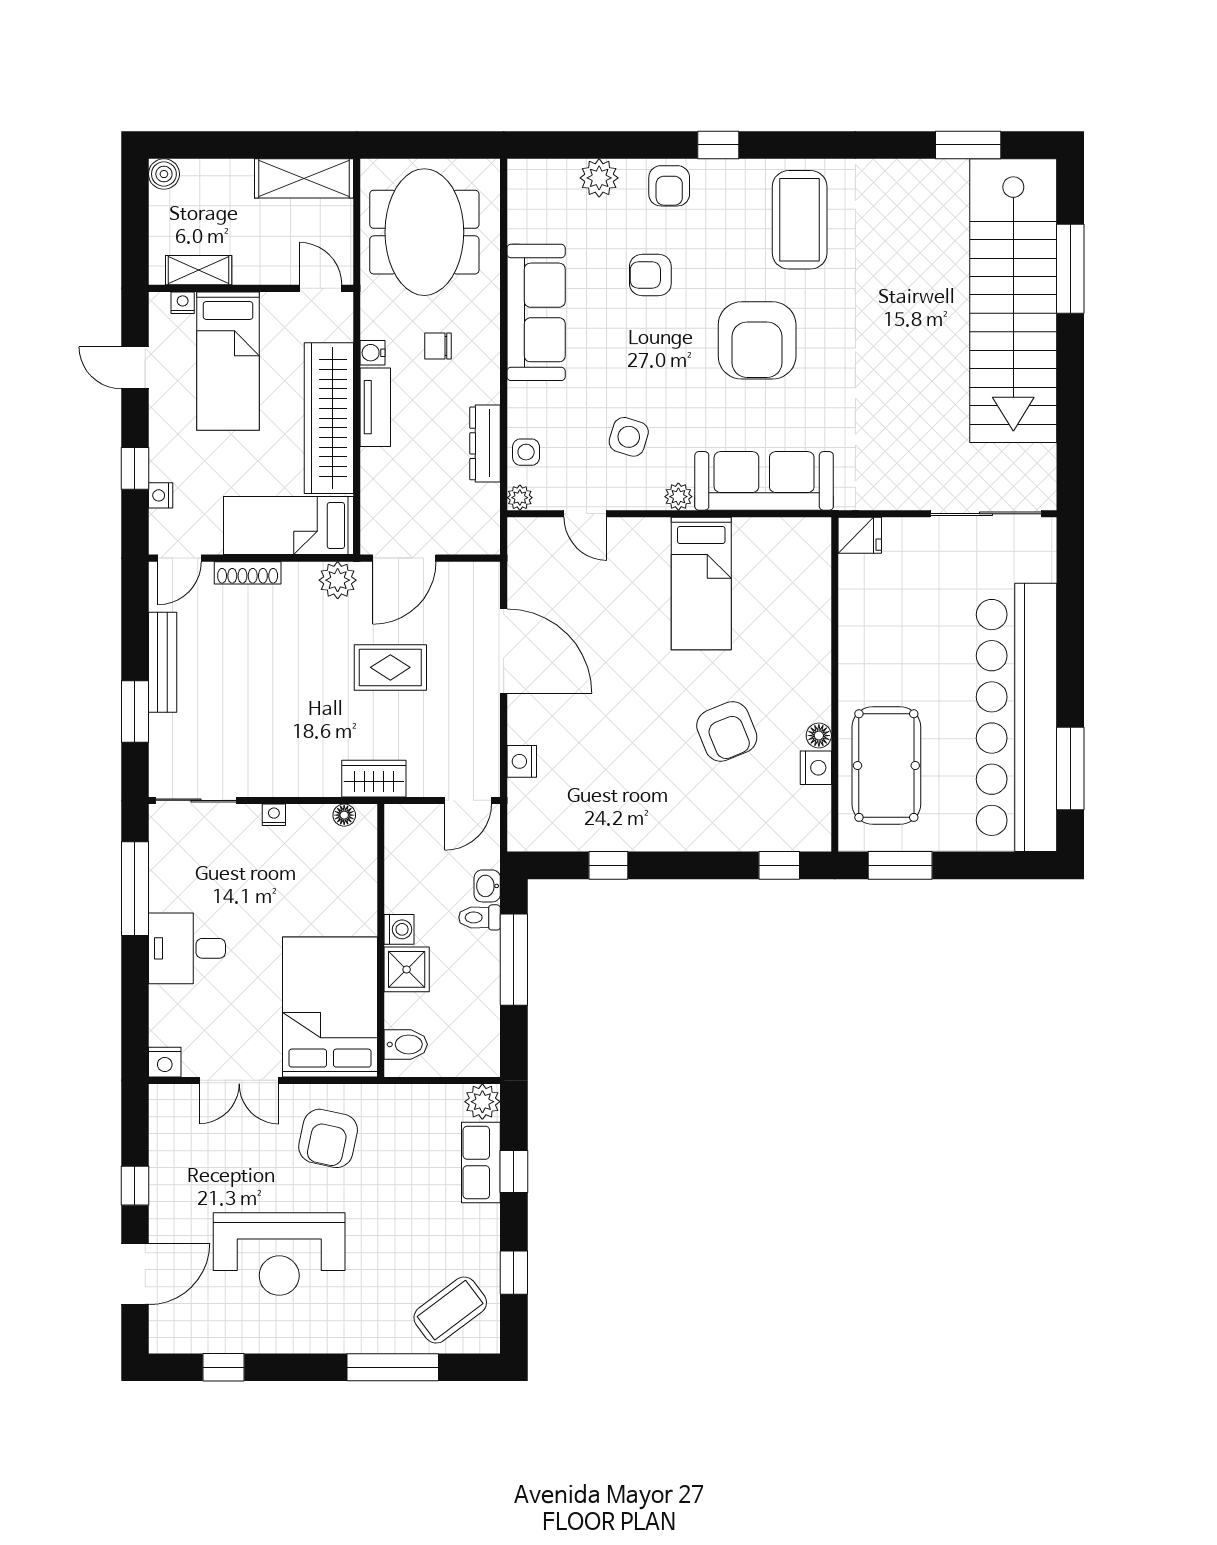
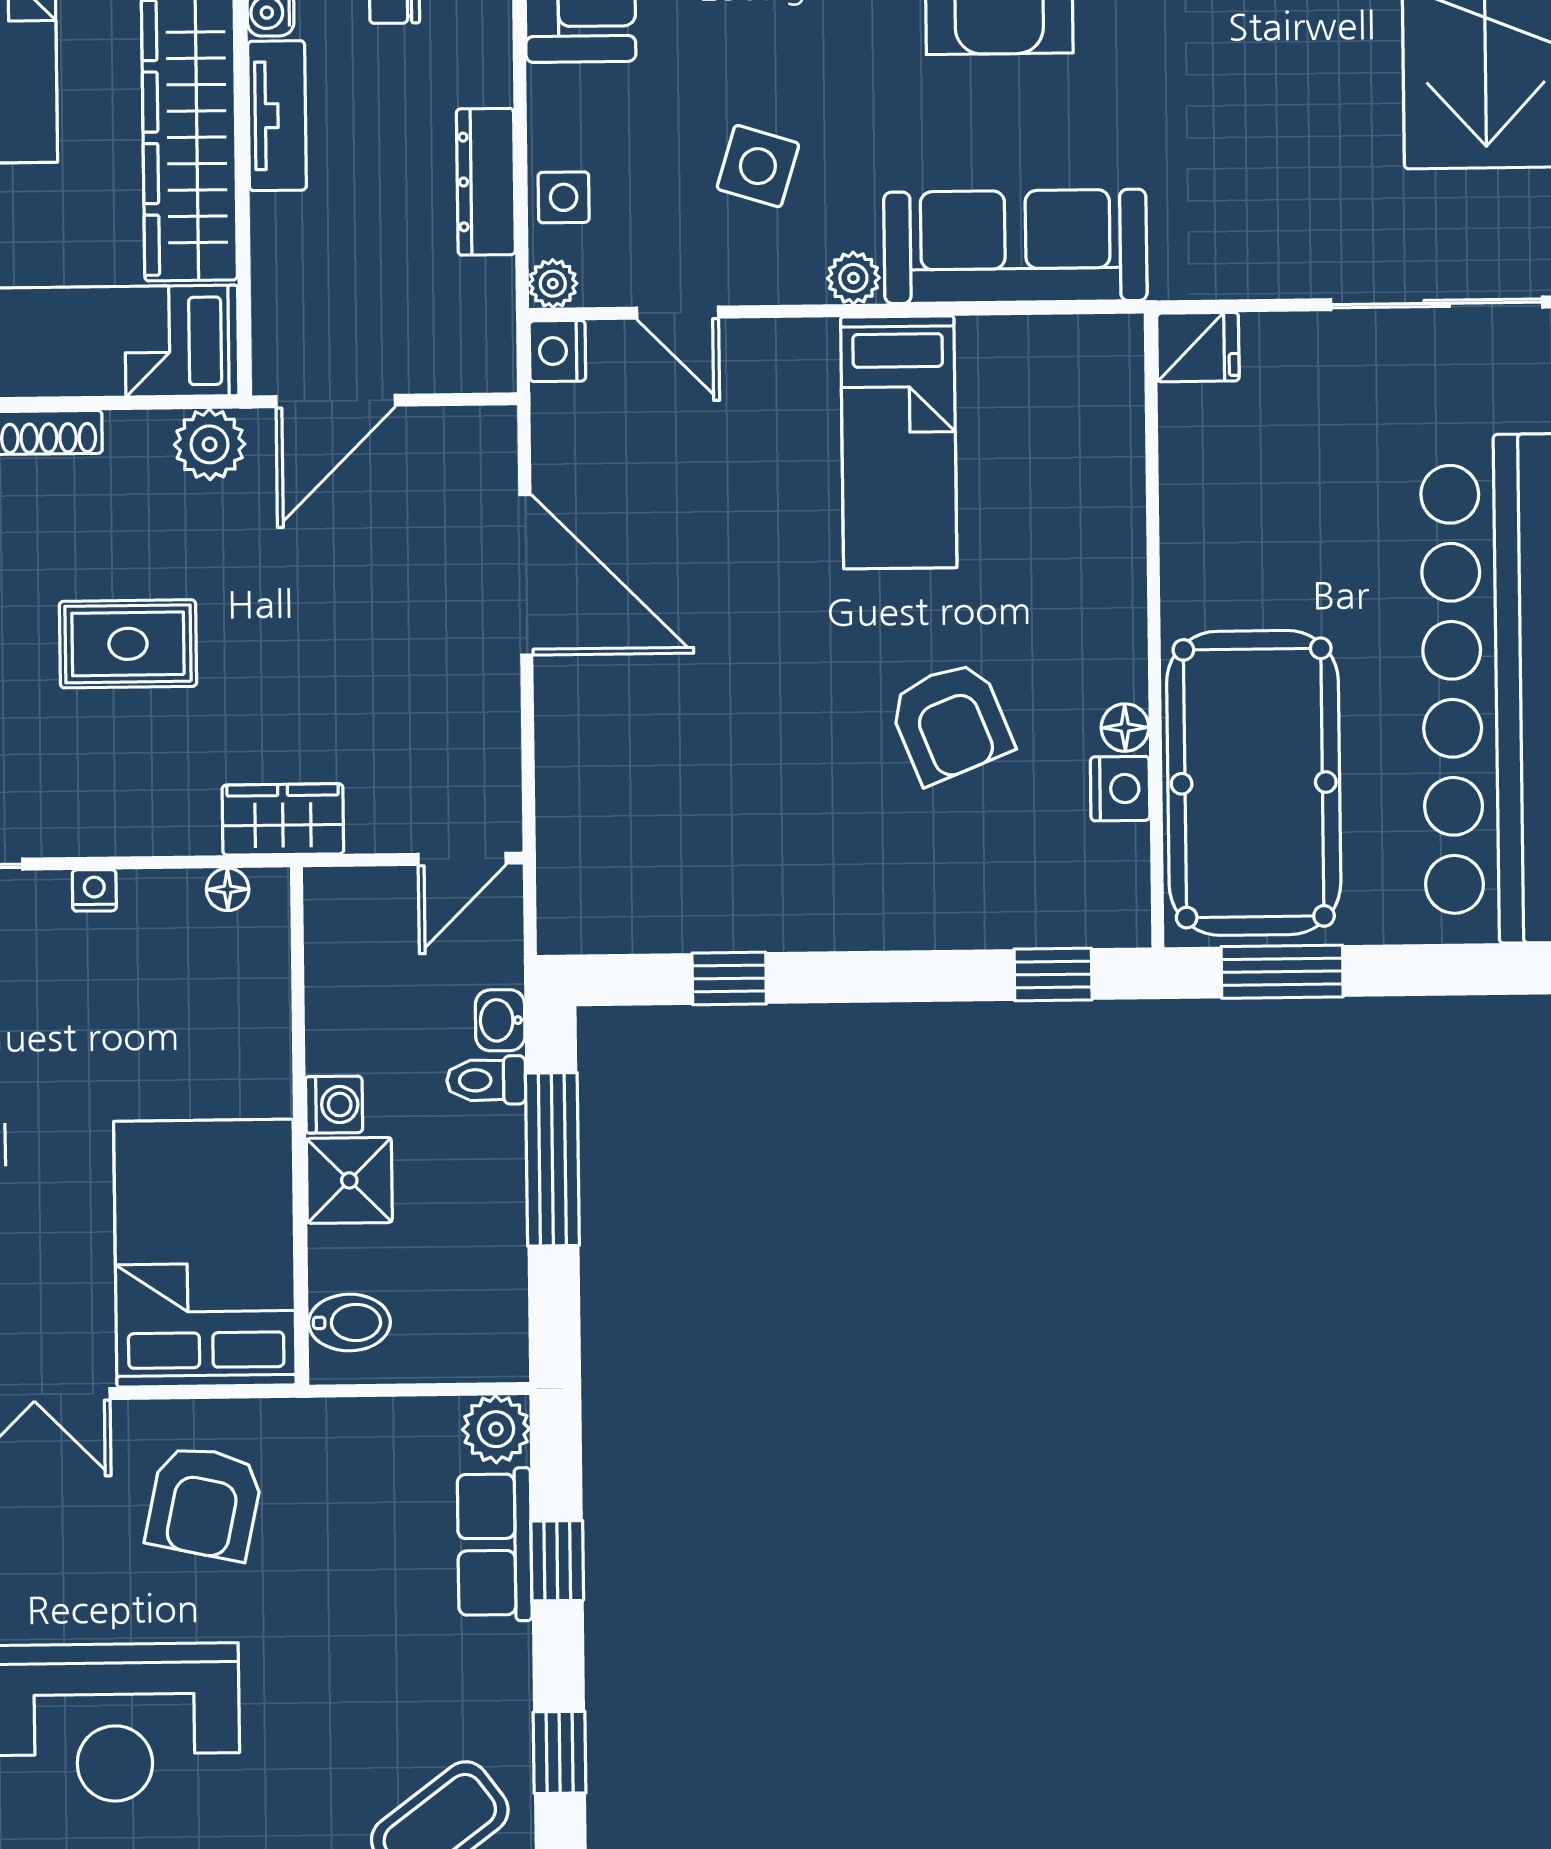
rug: (390, 667) -> (128, 644), moved
nightstand: (522, 761) -> (557, 351), moved
pool table: (886, 766) -> (1254, 783), width x1.36, depth x1.32

